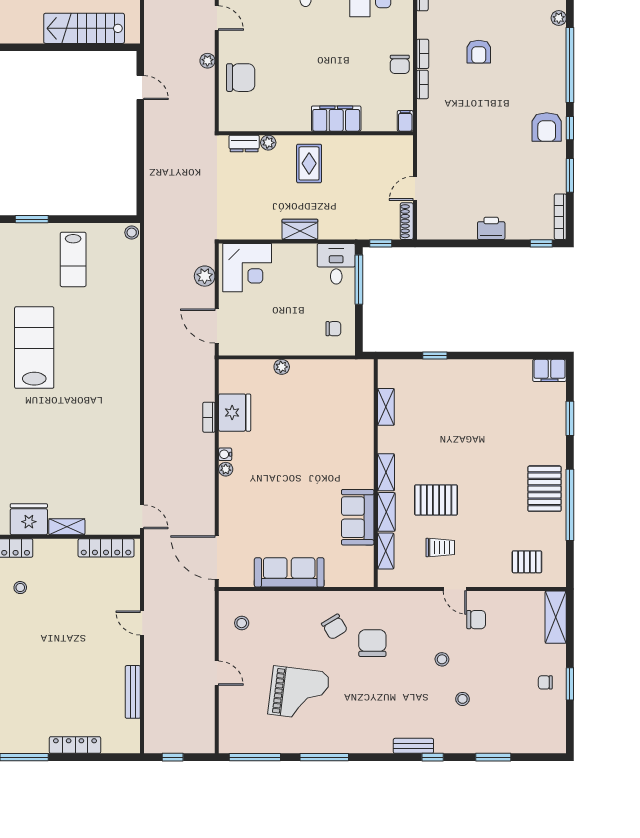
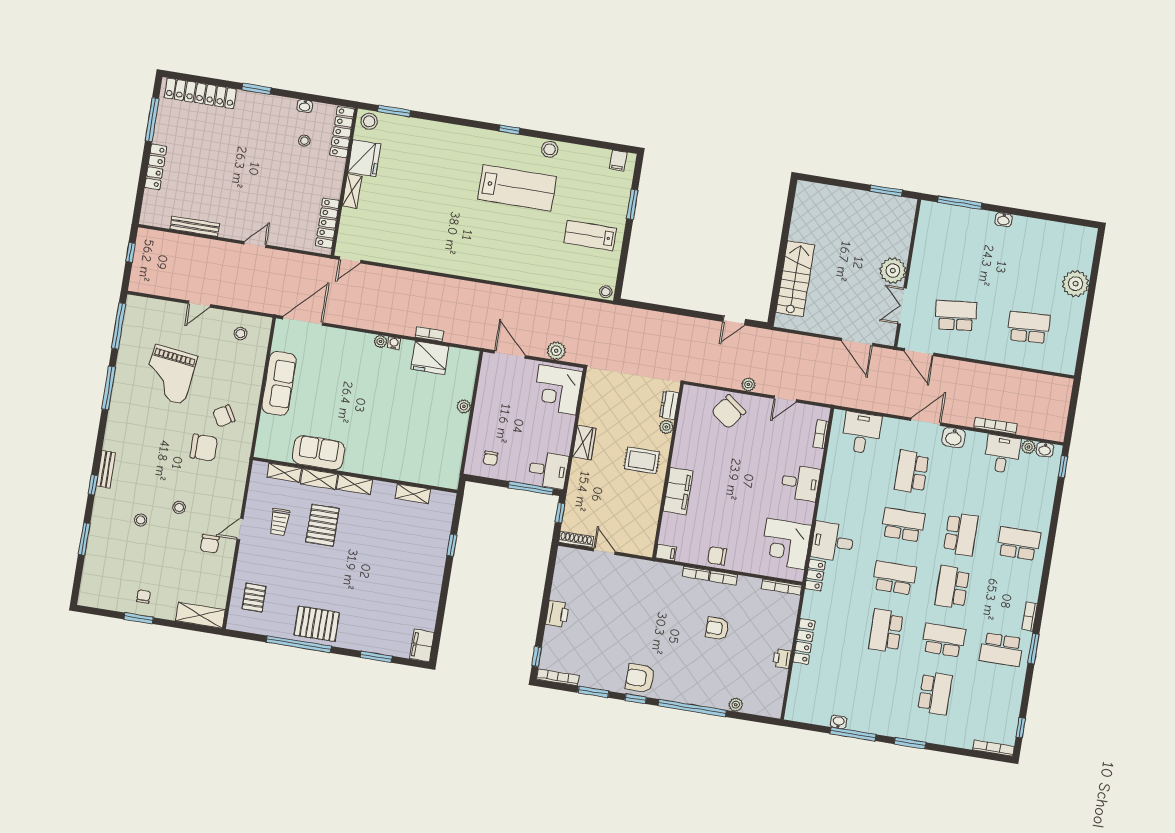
chair: (241, 78) -> (729, 412), turned 37
door: (217, 326) -> (510, 354), hinge flipped

